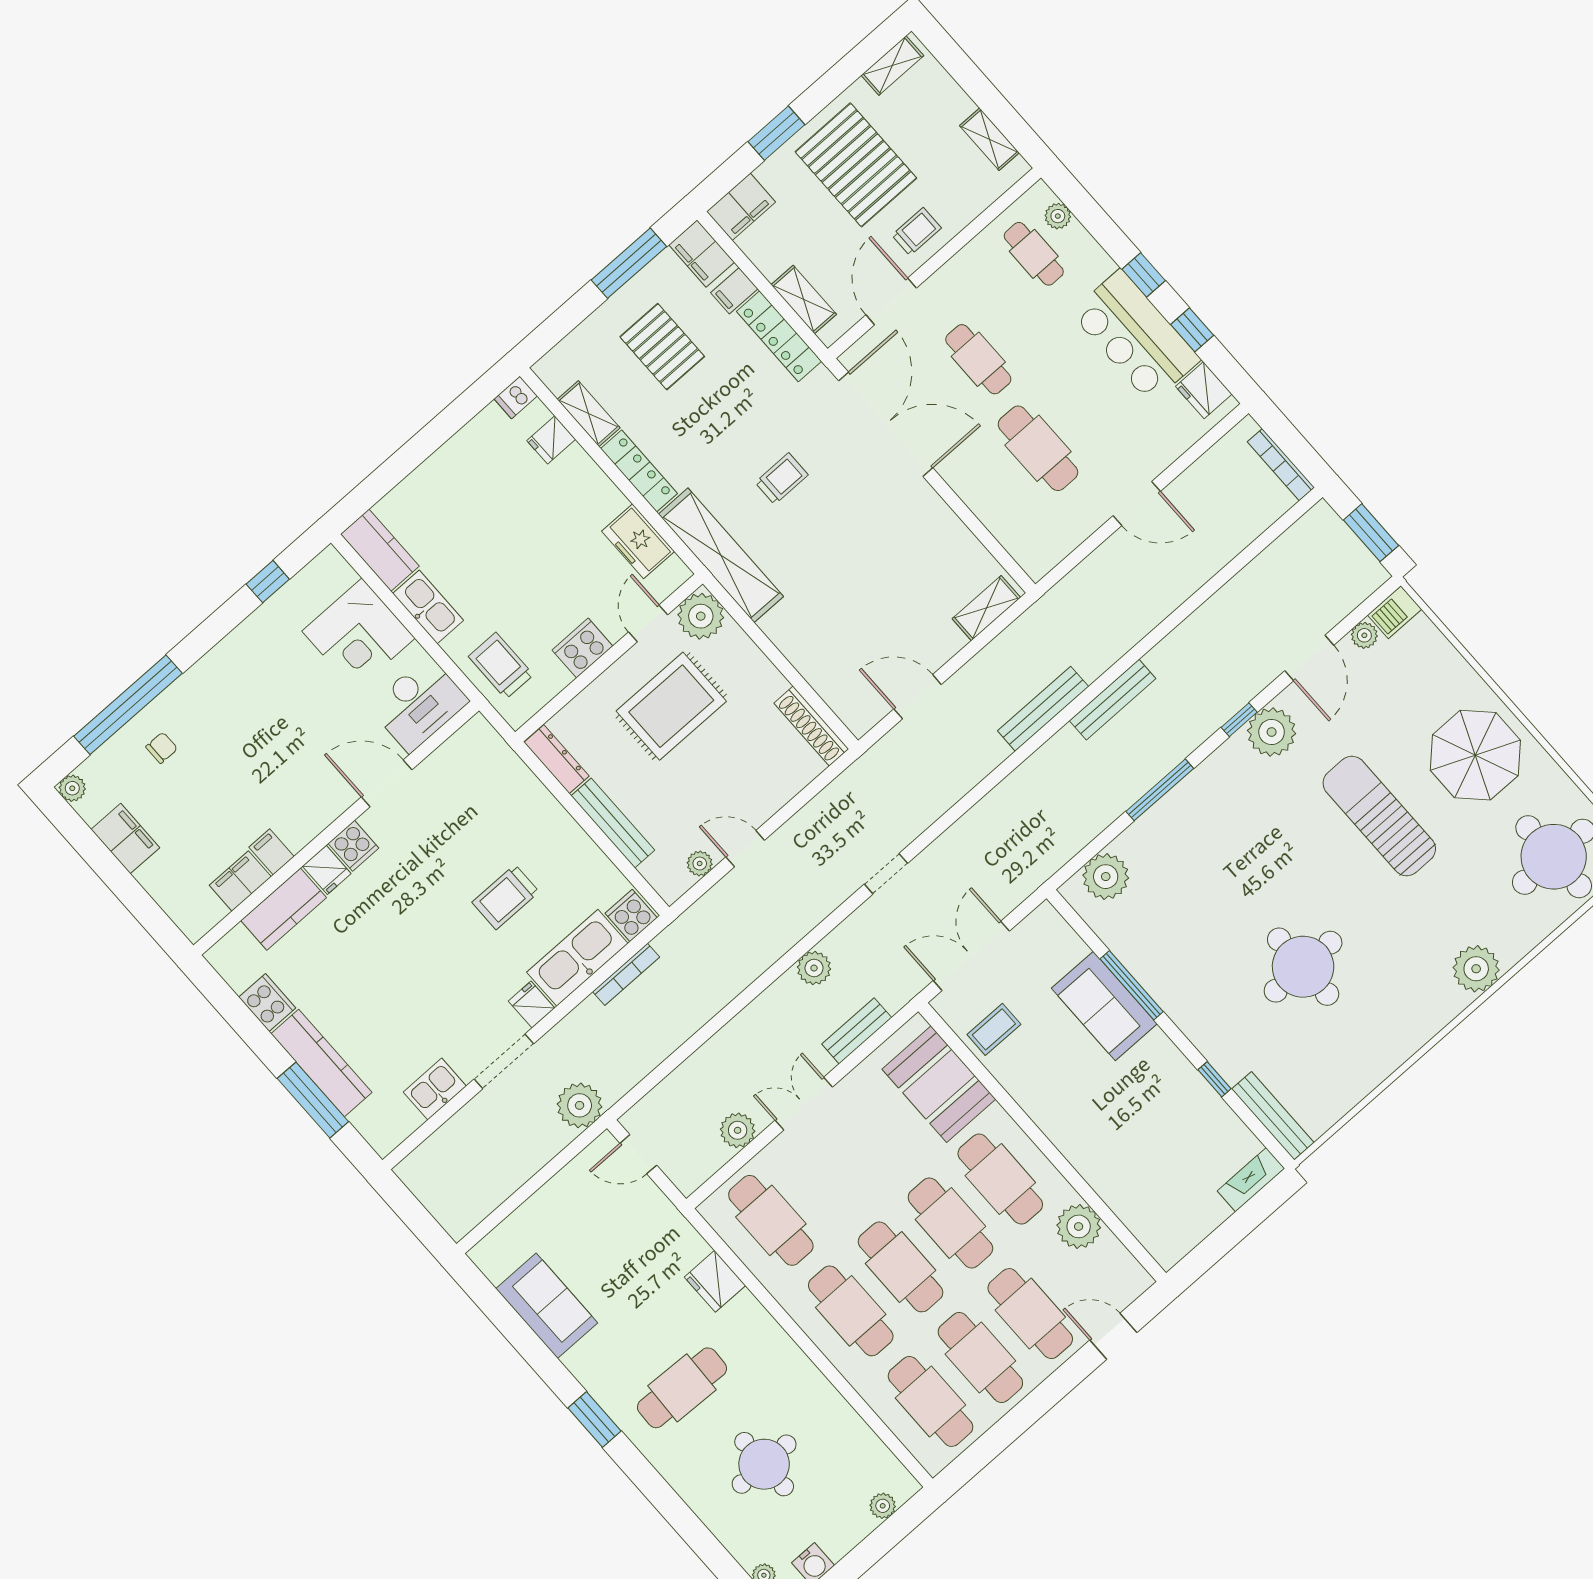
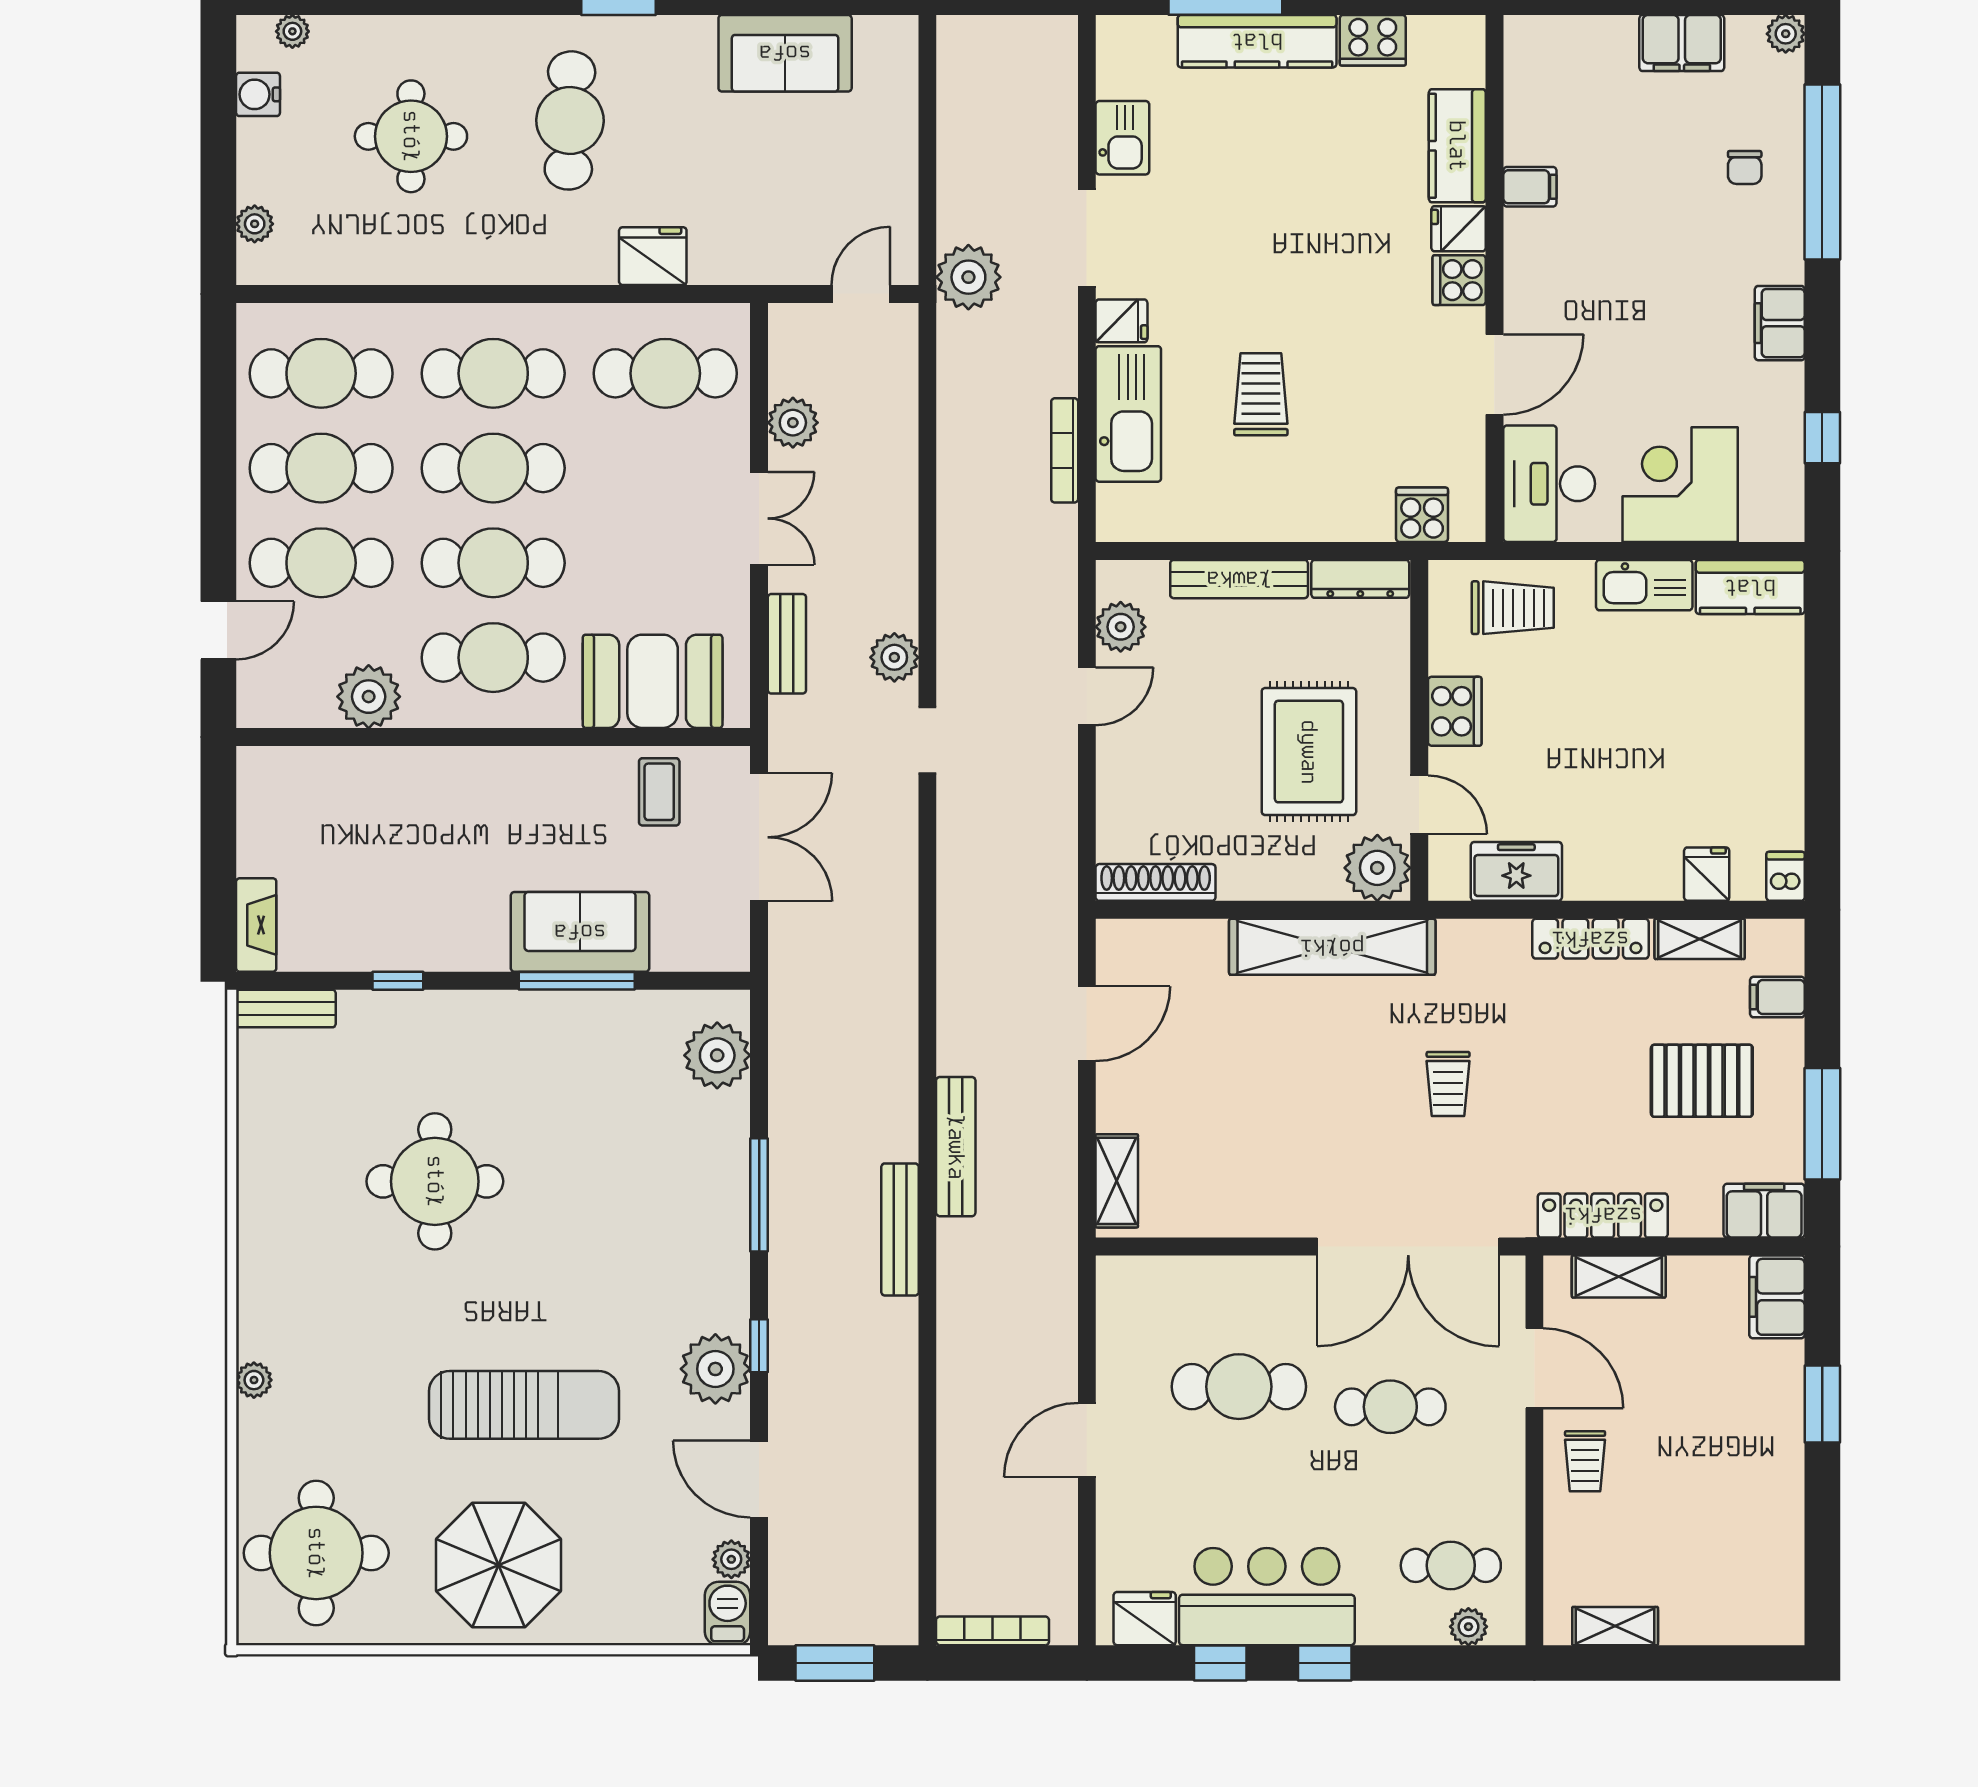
shelving: (892, 65) -> (1785, 1592), removed
pallet: (856, 165) -> (1713, 1459), removed
filing cabinet: (734, 291) -> (1777, 997), moved, turned -90
shelving: (721, 555) -> (1332, 947), moved
plant: (700, 863) -> (1121, 627), width x1.38, depth x1.38
doorway: (886, 874) -> (927, 740), moved
filing cabinet: (240, 881) -> (1780, 323), moved, turned 180
cooker: (631, 915) -> (1422, 515), moved, turned -90
plant: (1476, 969) -> (254, 1380), width x0.53, depth x0.53
bench: (1273, 1116) -> (286, 1009), width x0.73

